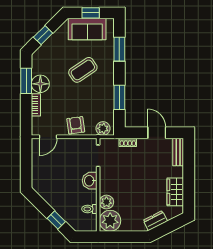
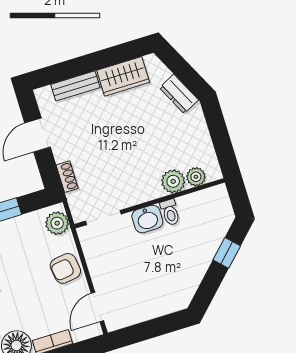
door: (48, 137) -> (97, 307), swing flipped
bench: (178, 152) -> (75, 86), moved
toilet: (89, 209) -> (170, 212), moved
plant: (110, 221) -> (196, 177), width x0.53, depth x0.53

